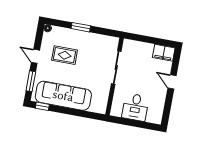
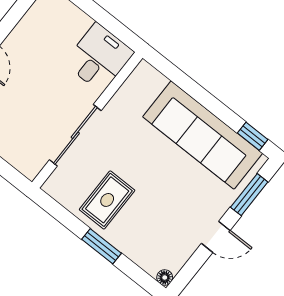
rug: (65, 55) -> (107, 200), moved, turned 90
door: (35, 56) -> (216, 237), hinge flipped
desk: (135, 107) -> (99, 58), moved

